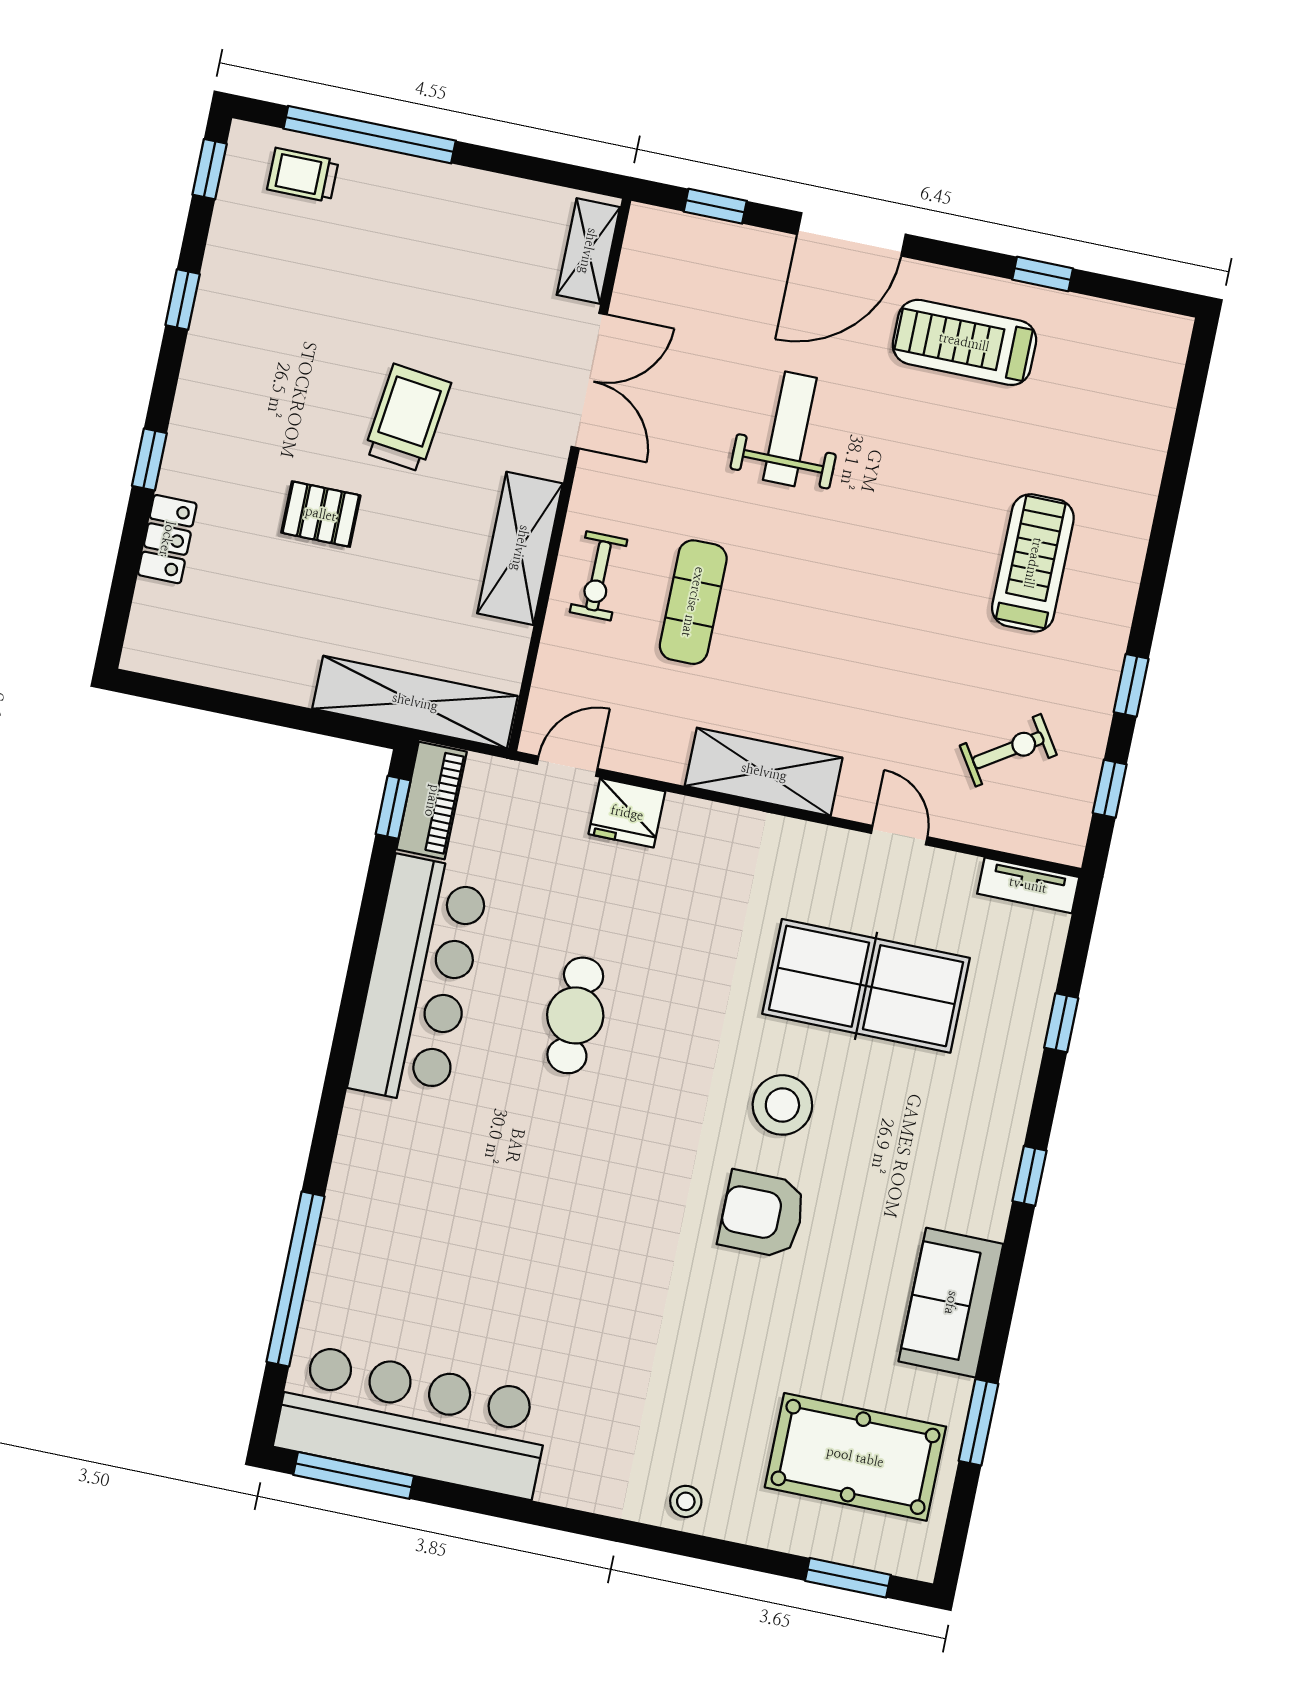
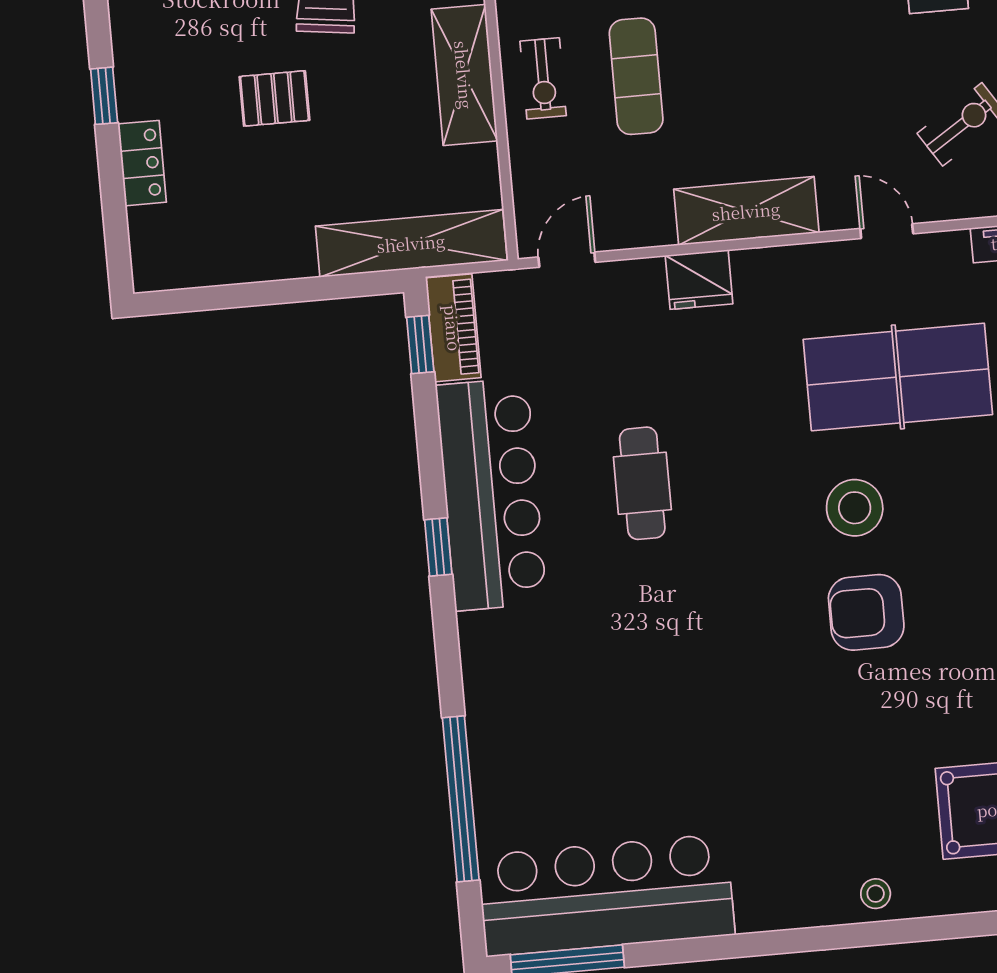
fridge: (627, 813) -> (699, 280), moved
window: (350, 1018) -> (438, 547), added

